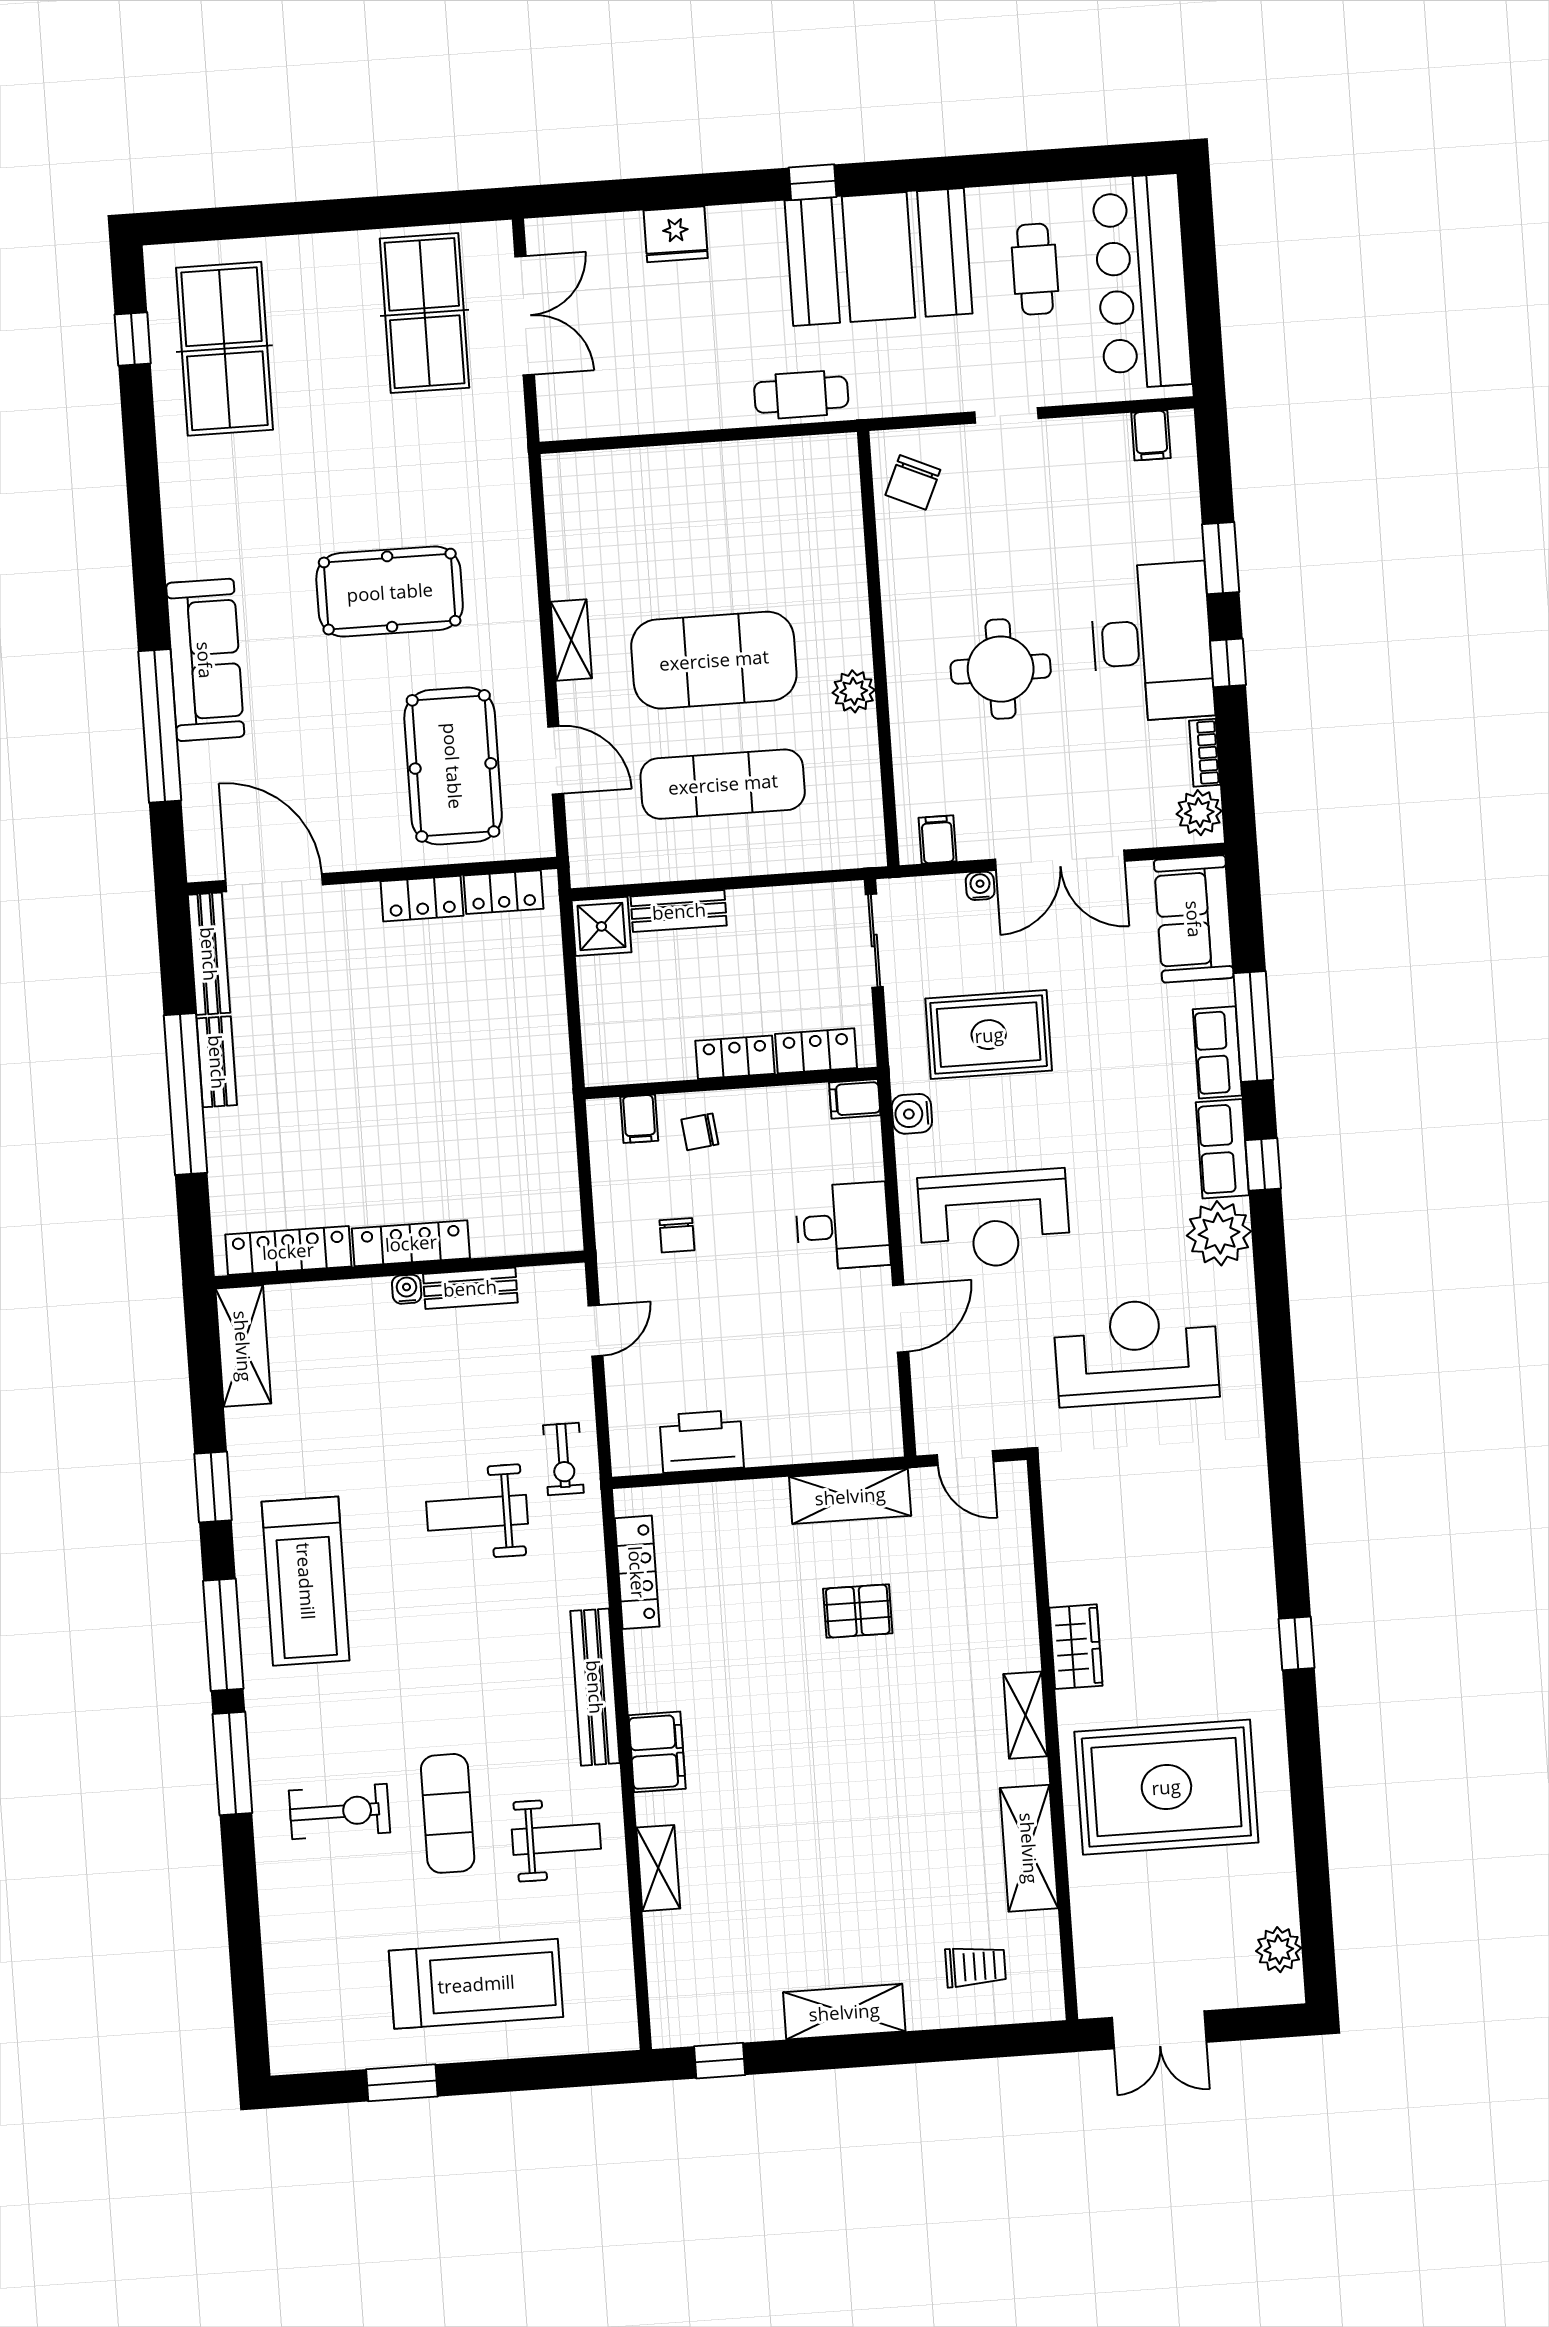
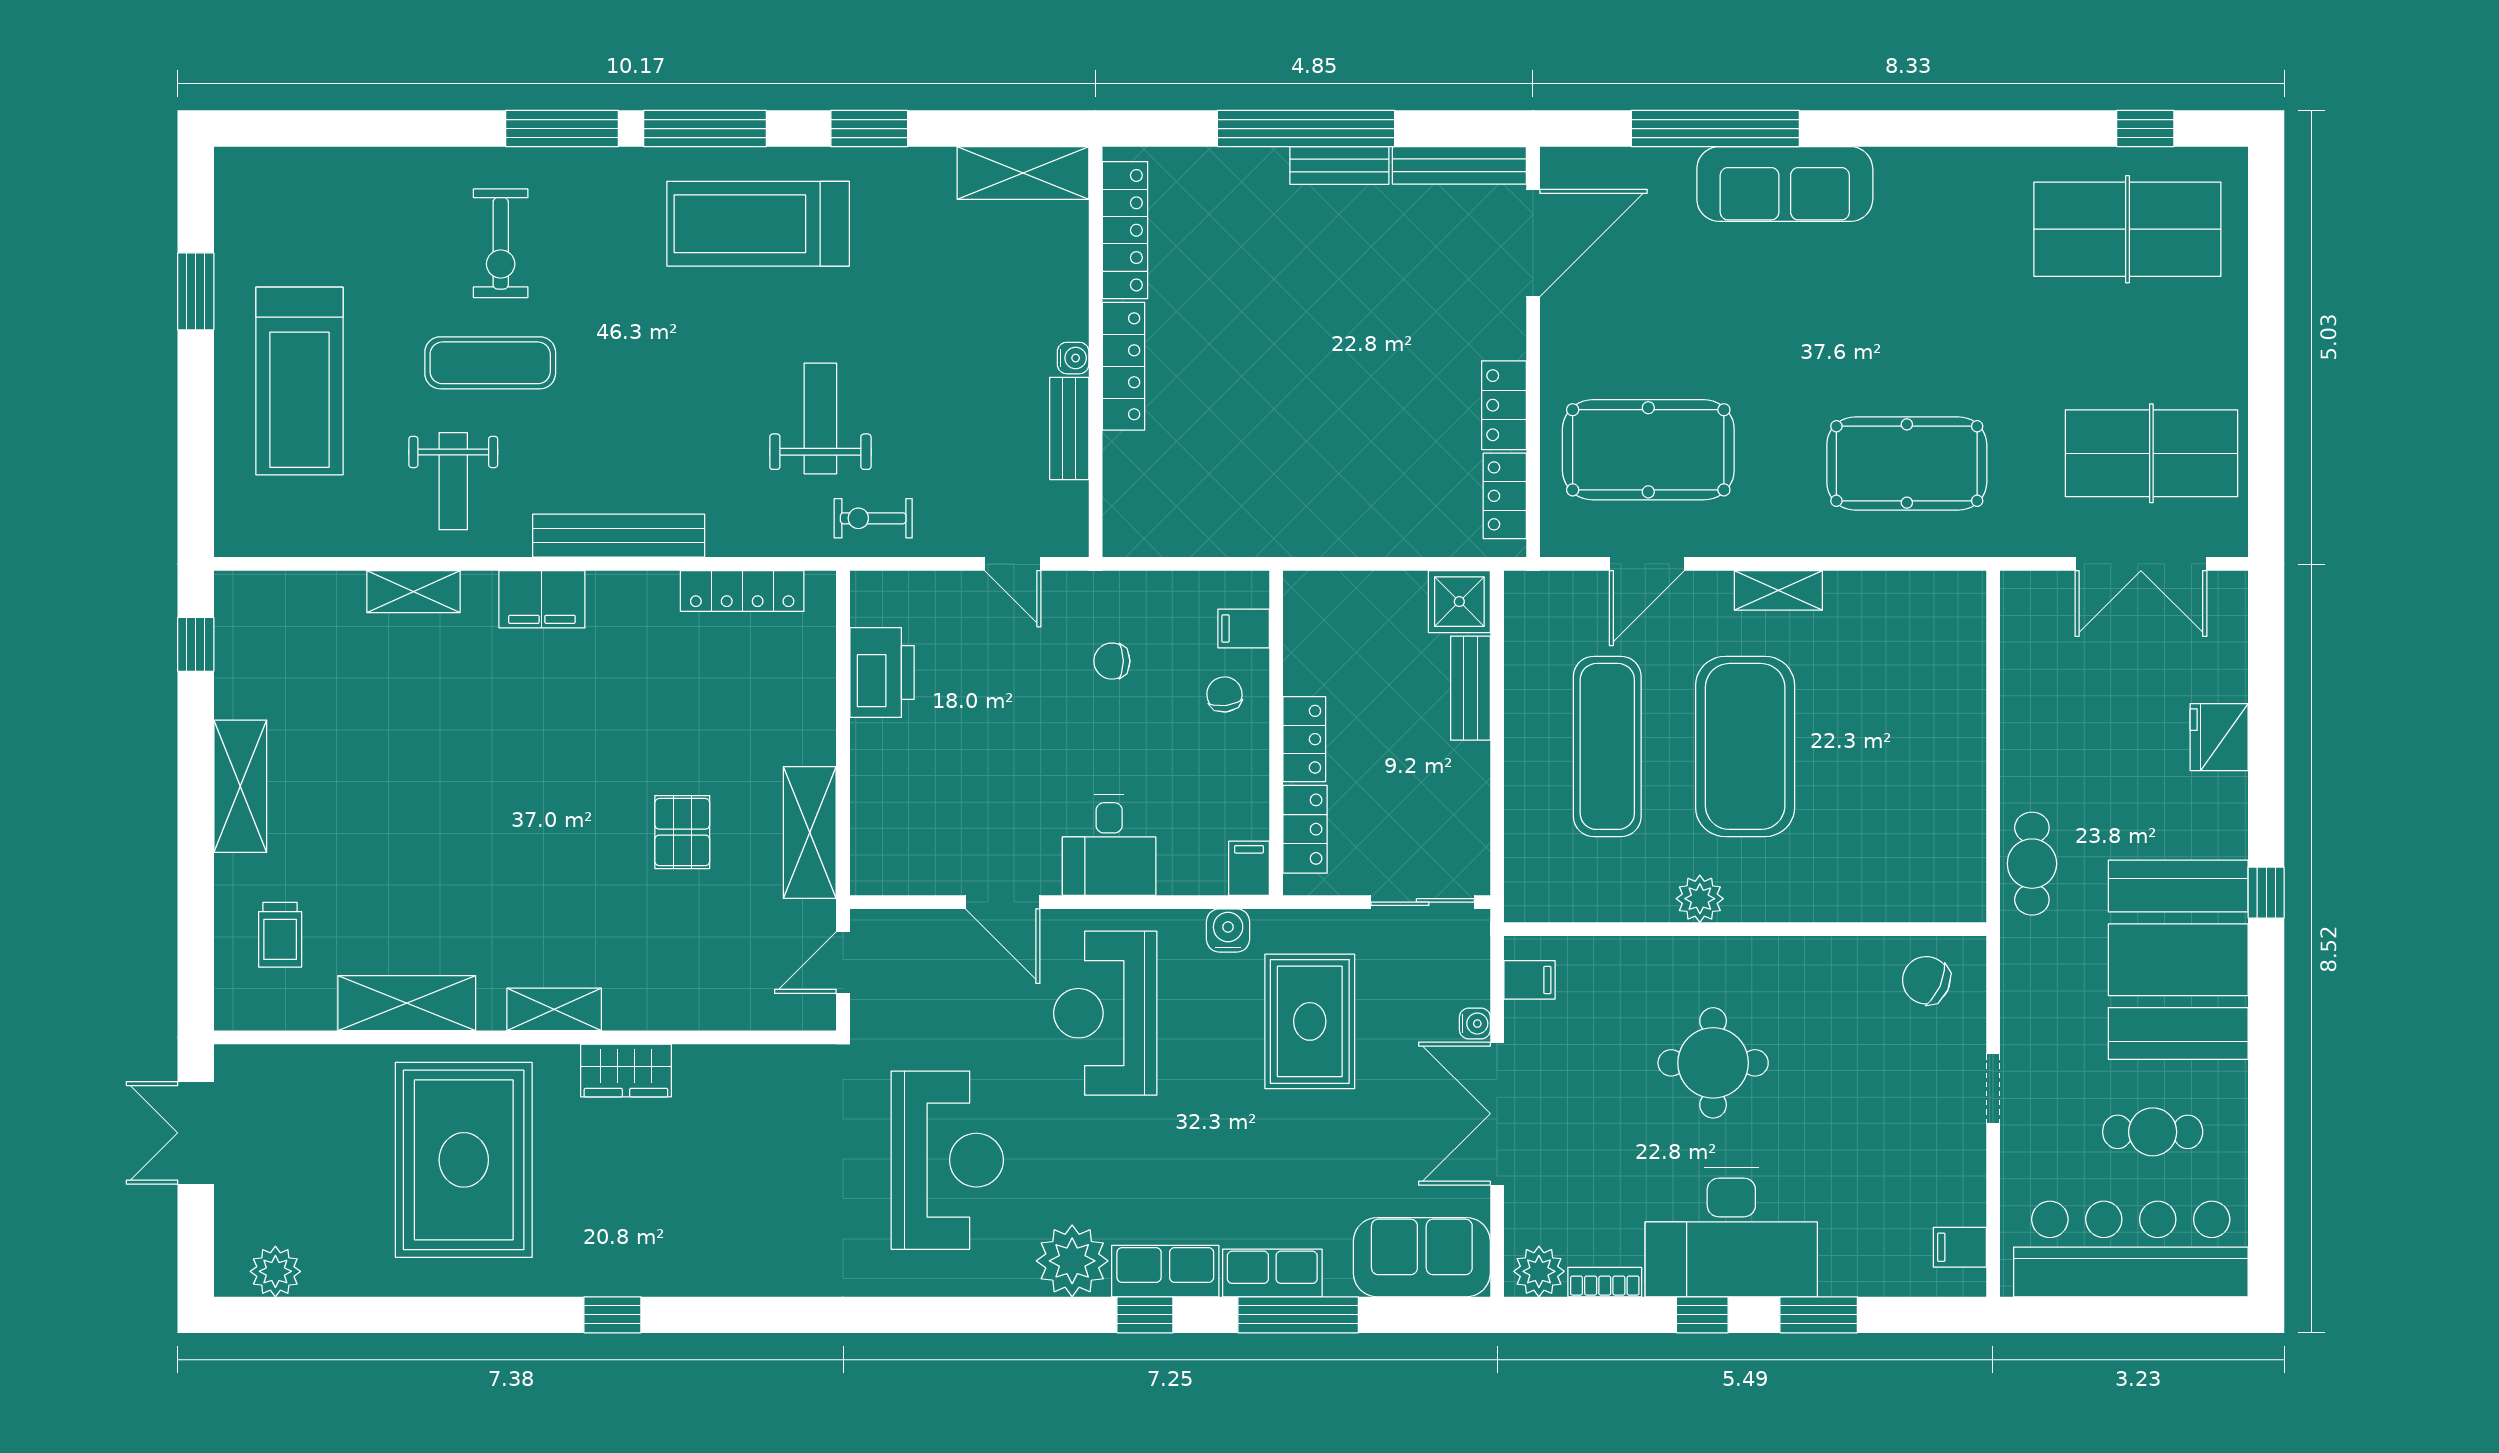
pool table: (390, 592) -> (1907, 463), moved, turned 90

